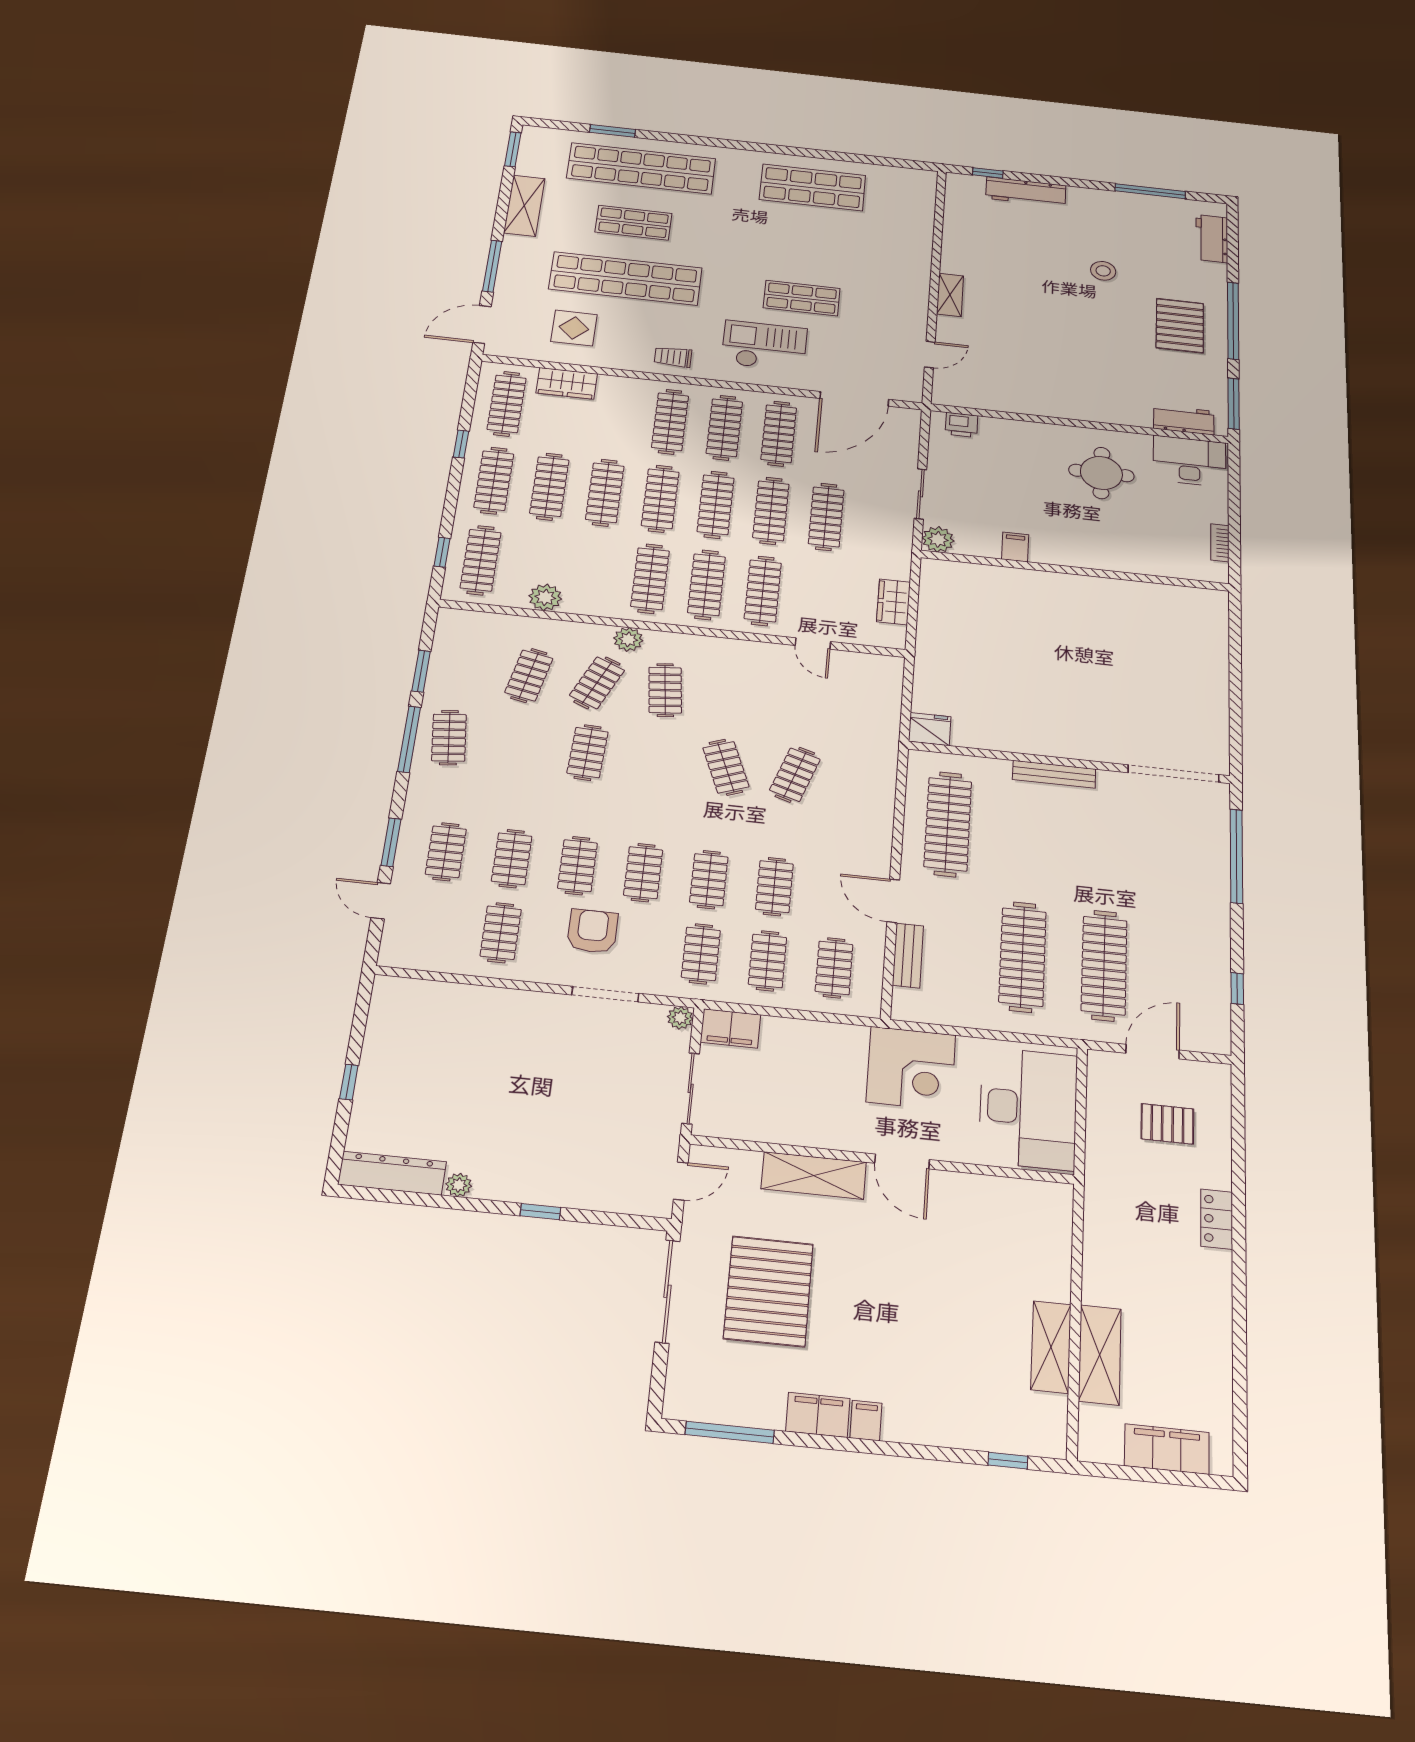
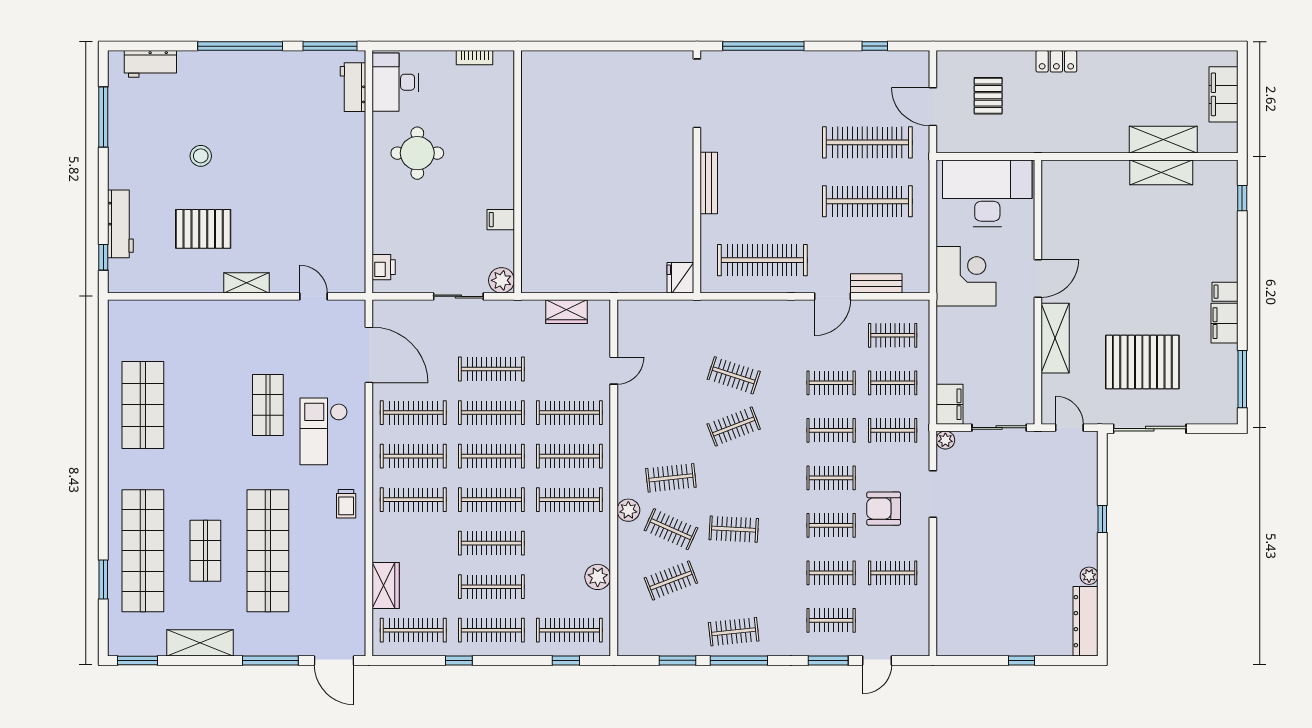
pallet: (1180, 326) -> (203, 229), moved
display table: (574, 328) -> (327, 587), removed
clothes rail: (529, 675) -> (671, 580), turned -33

